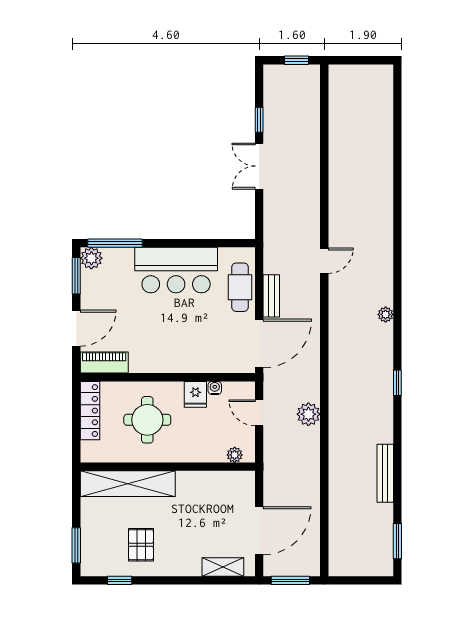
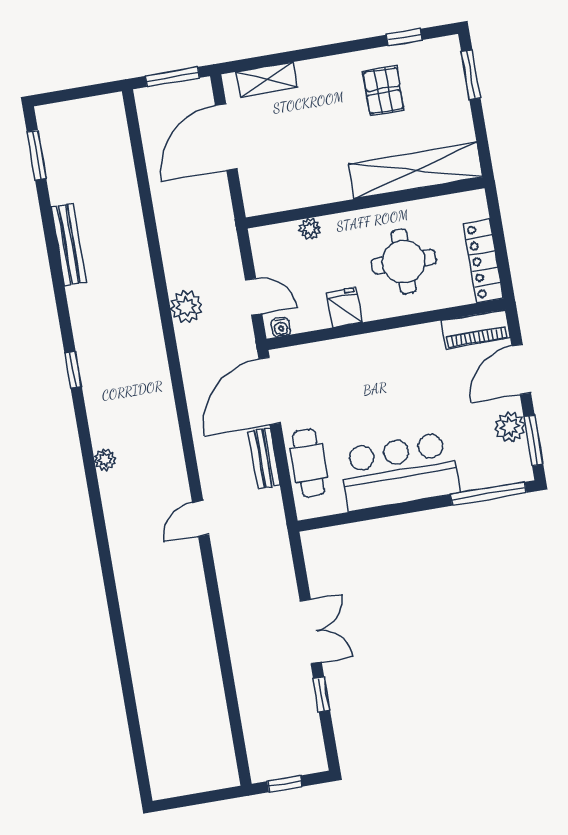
plant: (91, 258) -> (510, 427), moved
water cooler: (215, 388) -> (281, 327), moved
plant: (235, 455) -> (310, 229), moved

